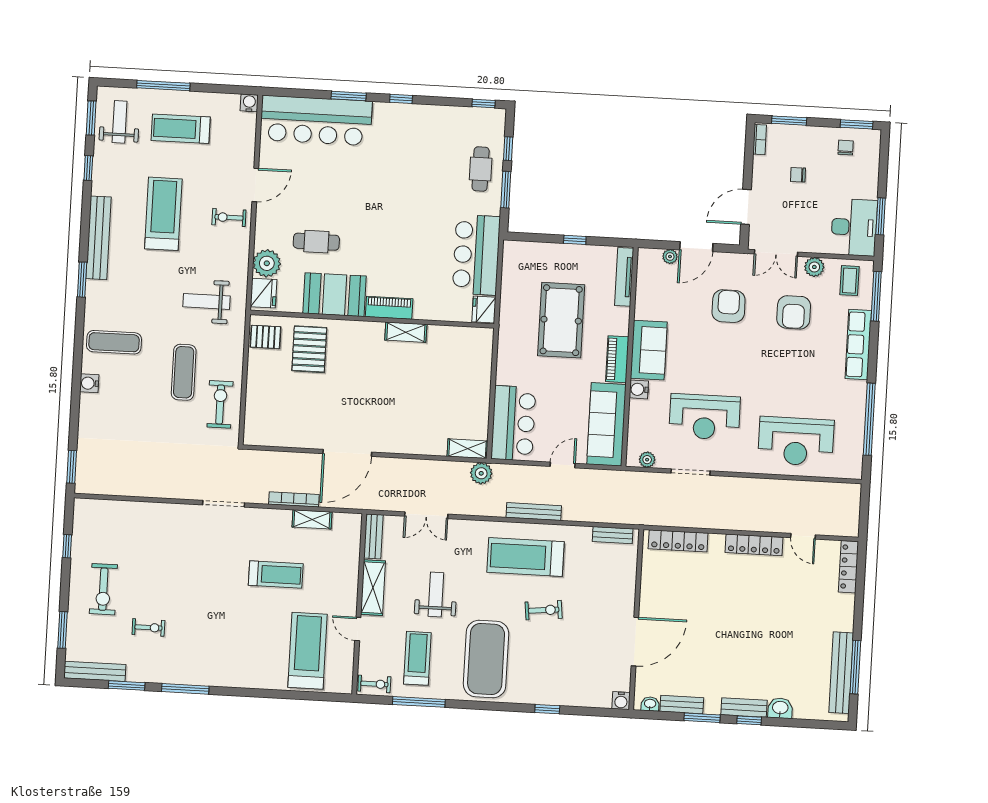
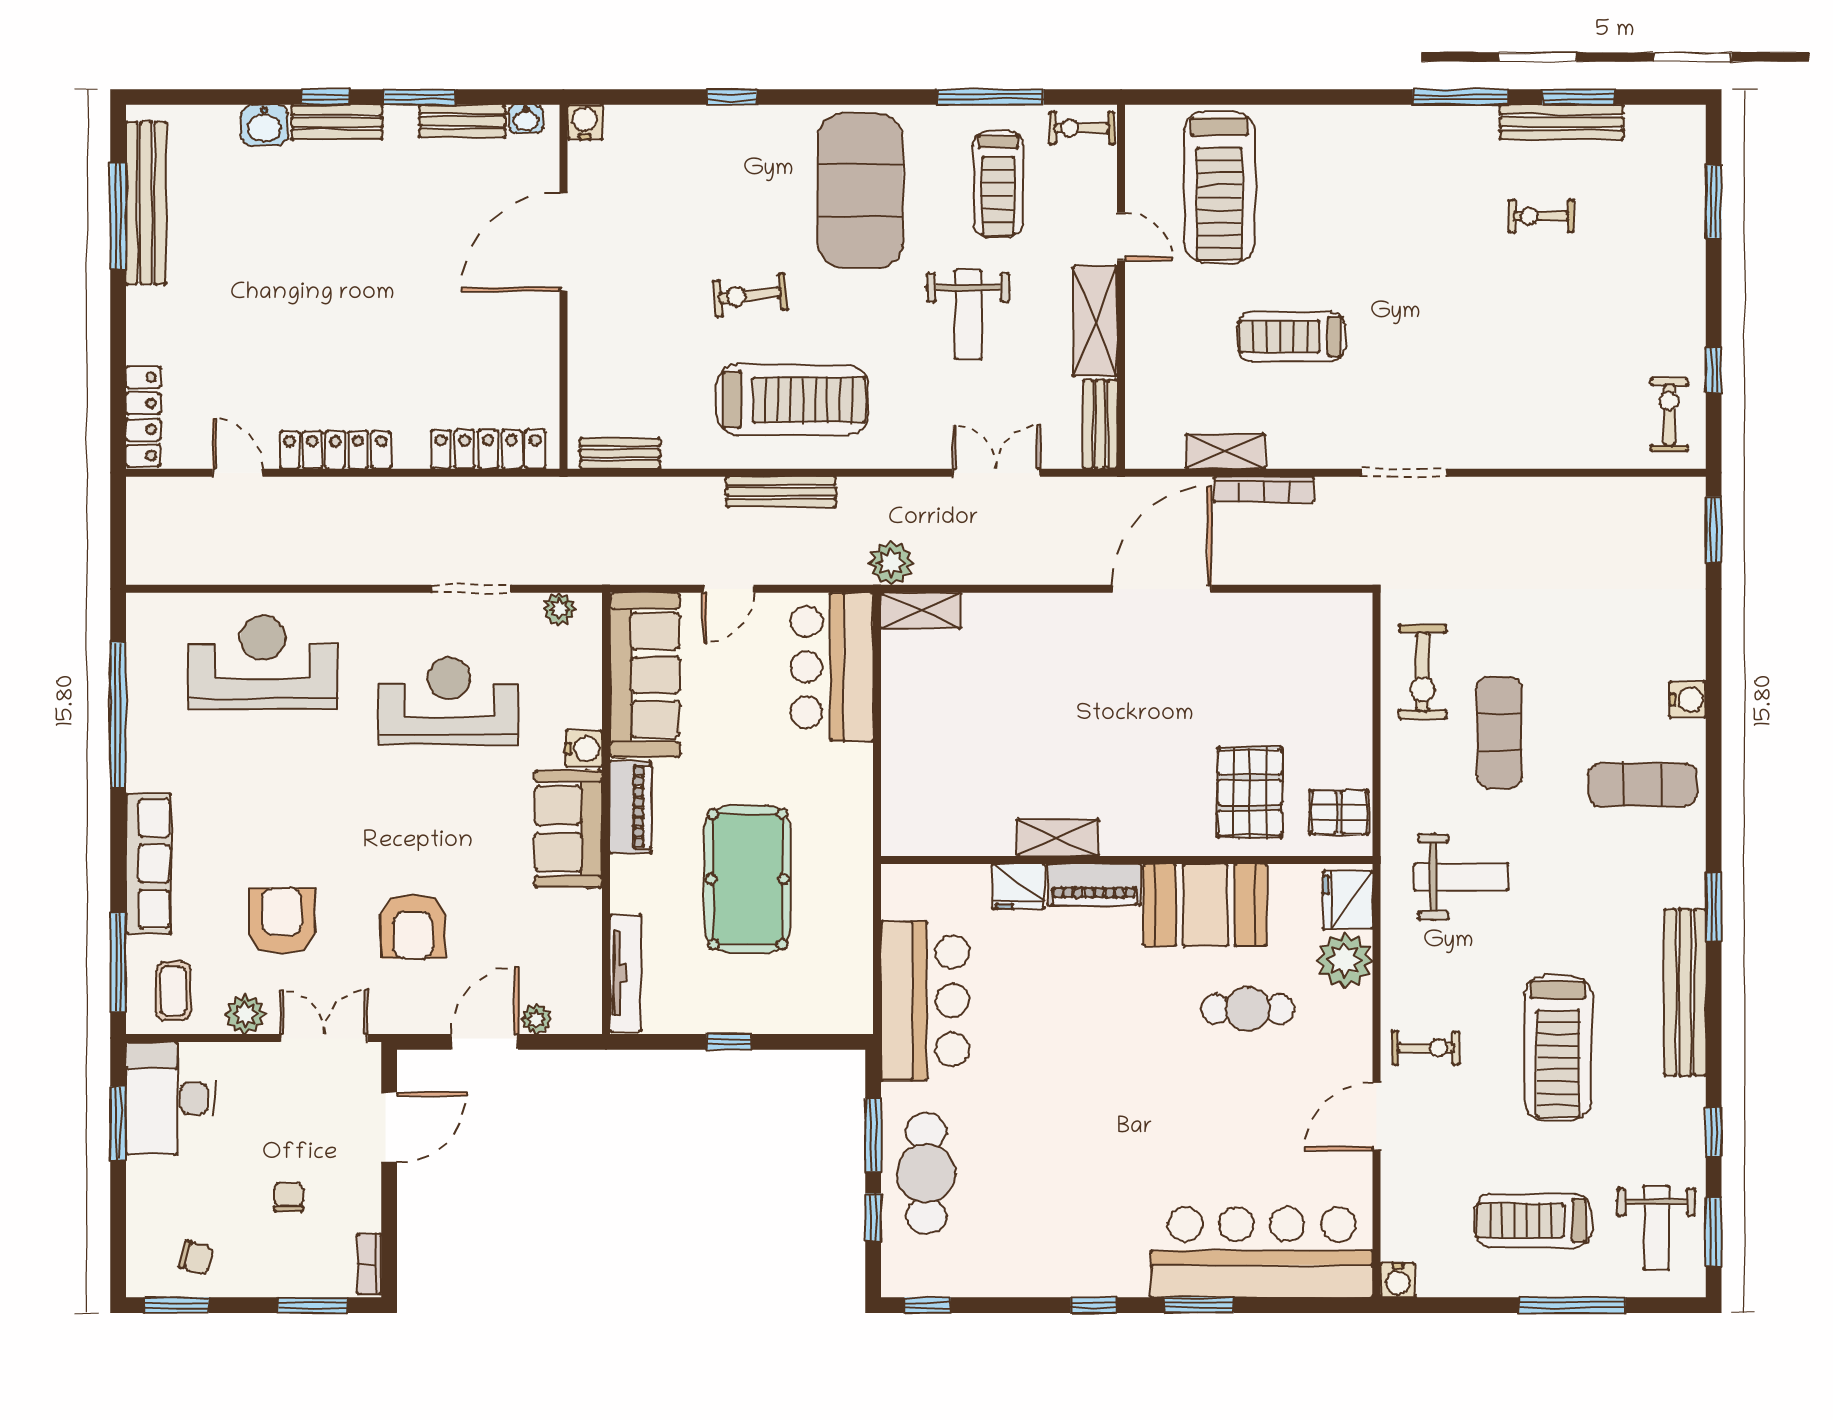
treadmill: (181, 129) -> (1533, 1221), turned 180
chair: (846, 148) -> (196, 1258), turned -74
cafe table: (481, 169) -> (926, 1173), width x1.37, depth x1.35
chair: (798, 175) -> (289, 1197), turned -89
fridge: (484, 310) -> (1018, 886), moved, turned 90
exercise bike: (103, 589) -> (1669, 415), moved, width x0.73, depth x0.72
bench: (95, 671) -> (1561, 122), moved

